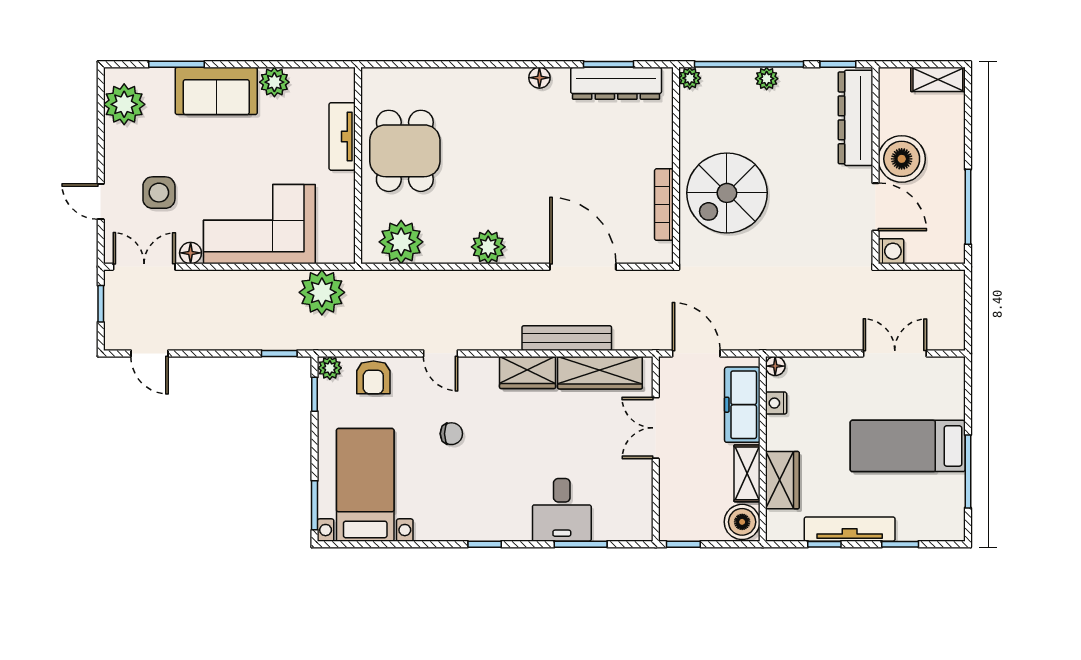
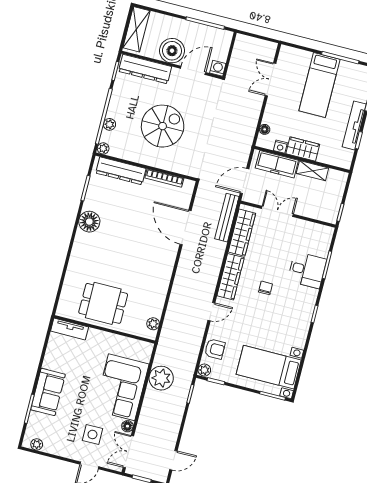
floor lamp: (539, 78) -> (89, 222), width x1.89, depth x1.89
plant: (767, 79) -> (109, 124), moved
shelving: (938, 79) -> (136, 29), width x1.50, depth x1.33
plant: (274, 82) -> (51, 361), removed
dresser: (616, 83) -> (121, 171), moved, turned 90
plant: (124, 104) -> (37, 444), width x0.53, depth x0.53
tv unit: (342, 136) -> (70, 329), moved
spiral stairs: (727, 193) -> (163, 126), moved, turned -90
plant: (401, 242) -> (153, 324), width x0.53, depth x0.53
plant: (488, 247) -> (163, 273), removed
door: (583, 267) -> (186, 228), hinge flipped
plant: (322, 292) -> (161, 378), moved
bench: (567, 338) -> (227, 218), moved
floor lamp: (775, 366) -> (265, 129), moved
wardrobe: (528, 372) -> (231, 277), width x1.50
double door: (656, 428) -> (277, 211), swing flipped
chair: (451, 434) -> (265, 288), moved
wardrobe: (782, 480) -> (303, 149), moved
boiler: (742, 522) -> (337, 179), removed

